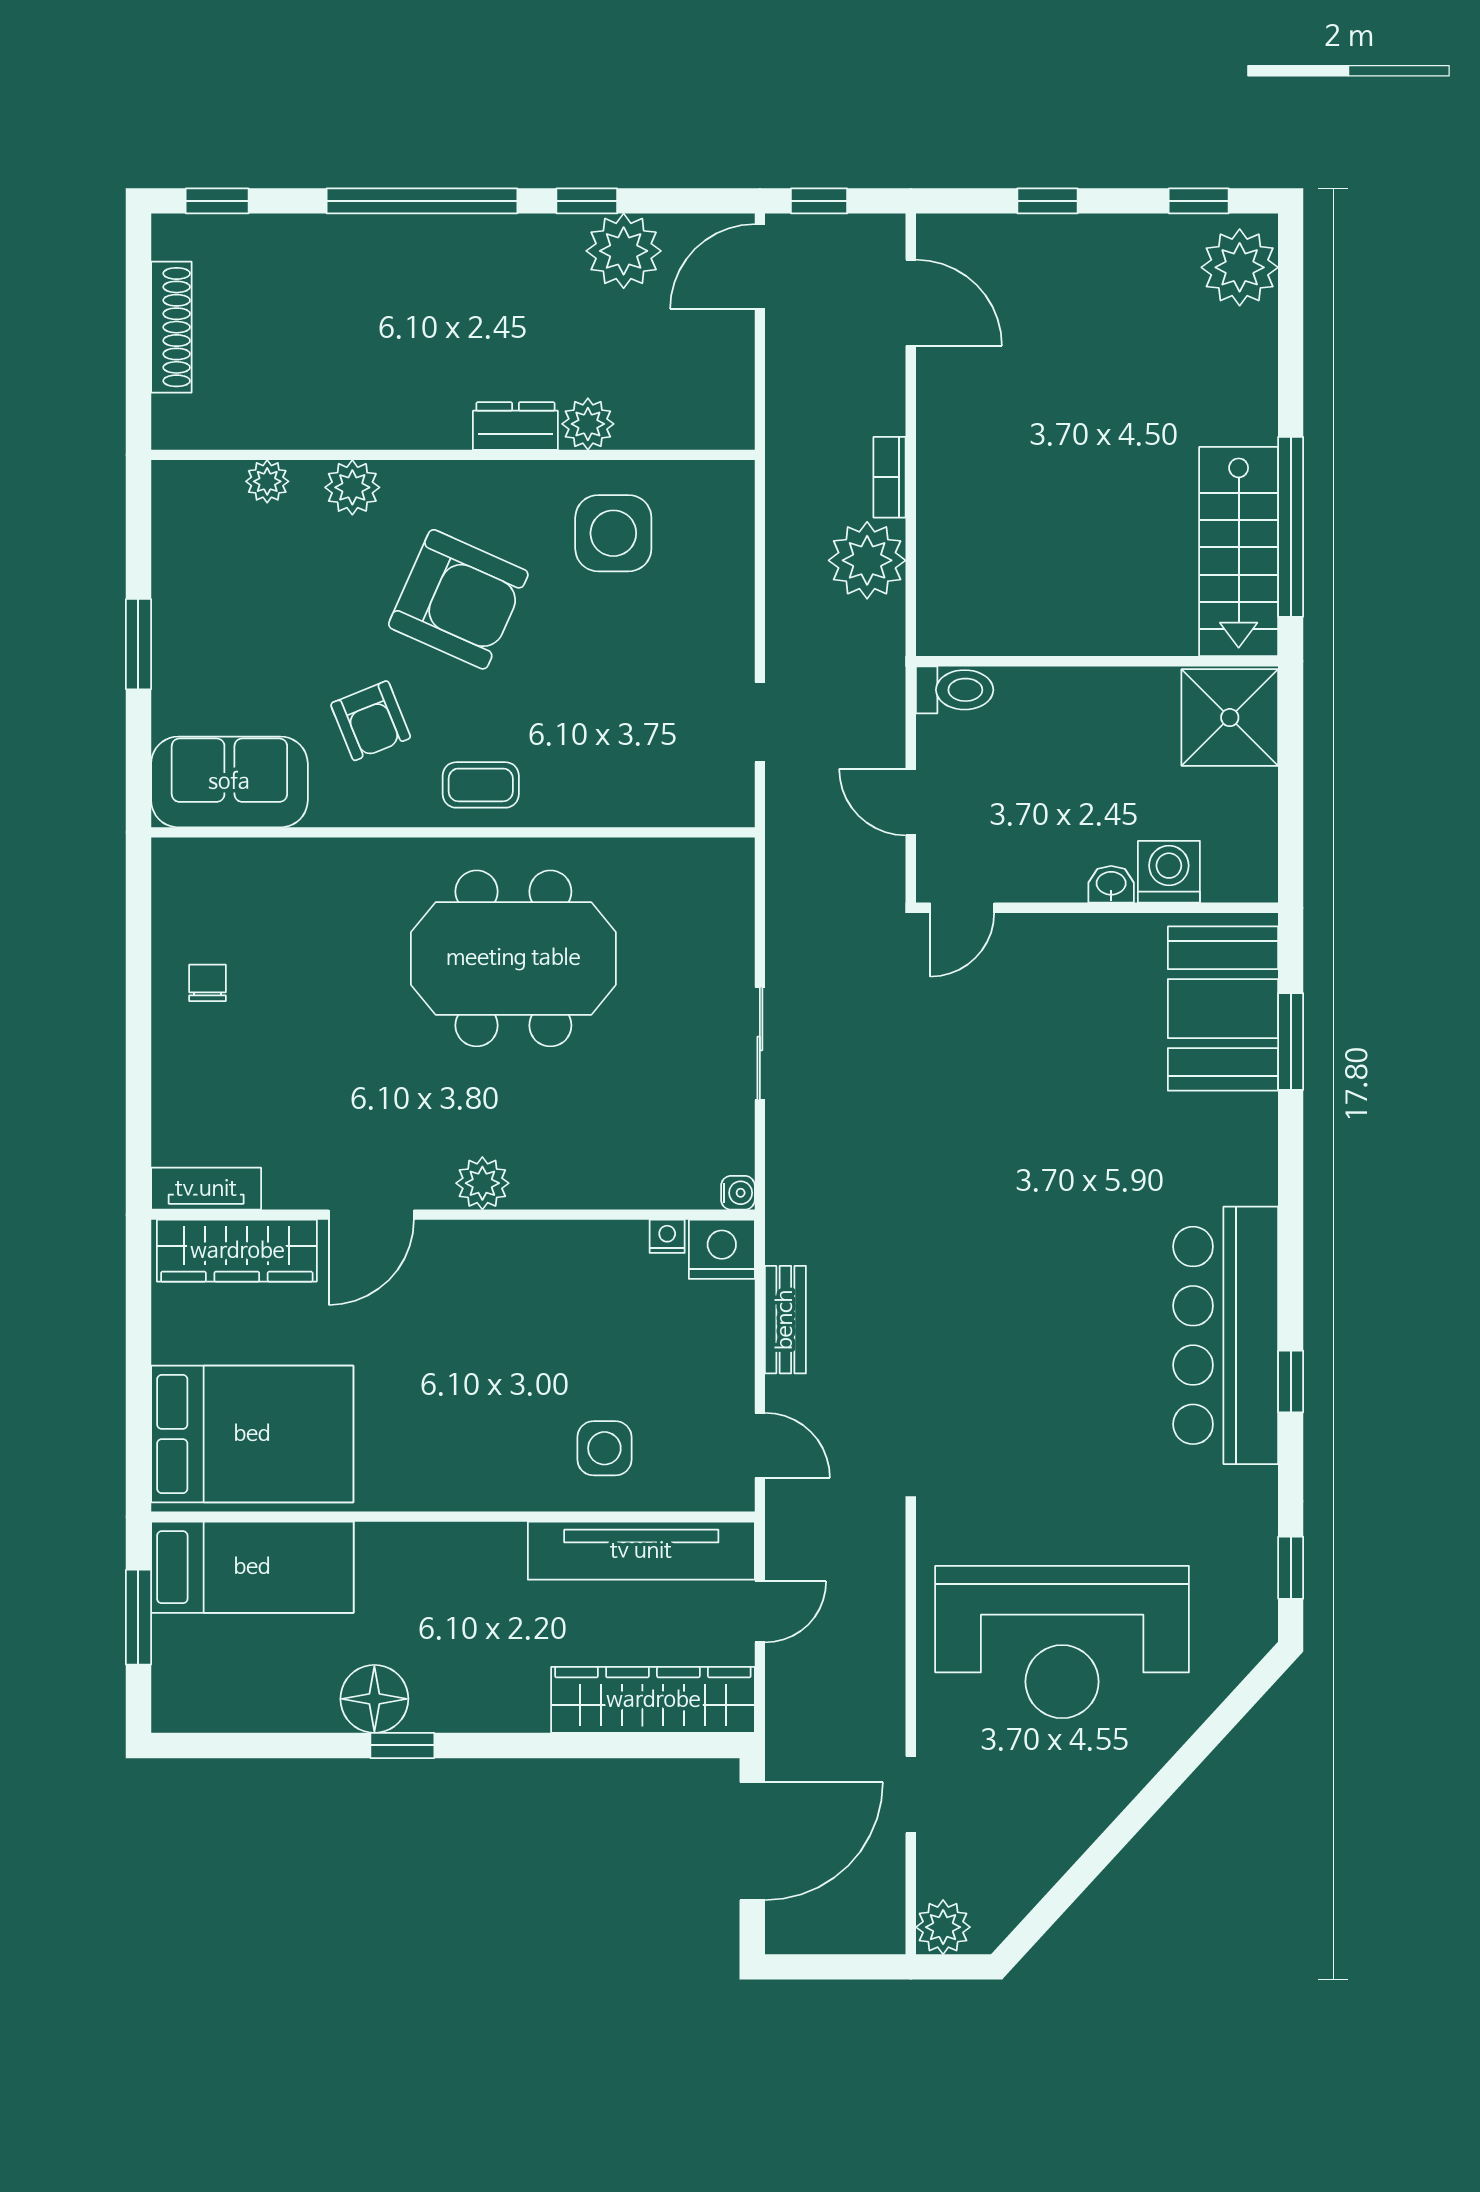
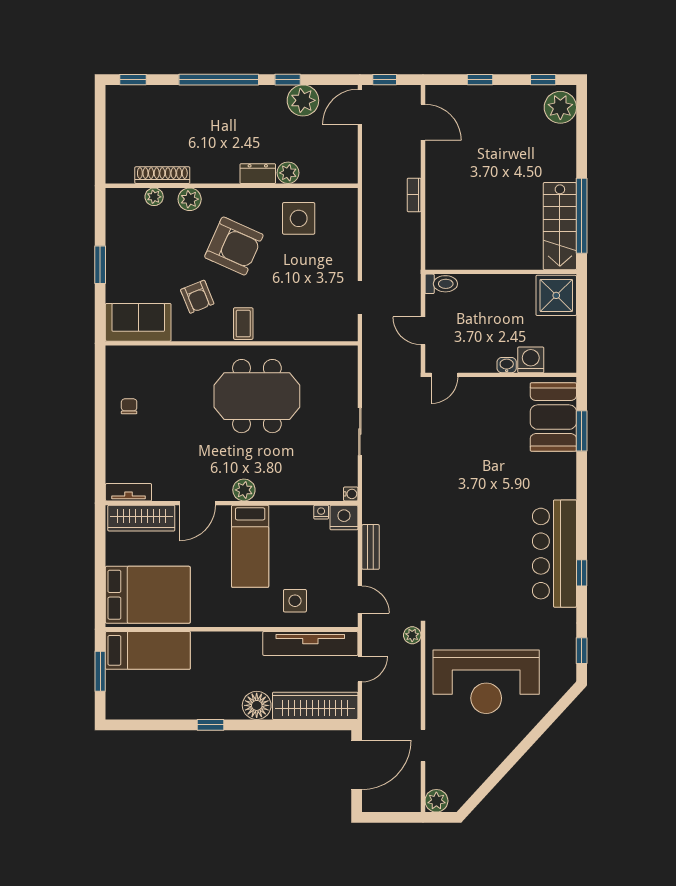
shoe rack: (171, 327) -> (162, 175), moved, turned -90
plant: (867, 560) -> (412, 635), moved, width x0.53, depth x0.53
coffee table: (481, 785) -> (243, 324), turned 90
bed: (497, 1318) -> (250, 546), added
floor lamp: (374, 1699) -> (257, 705), moved

